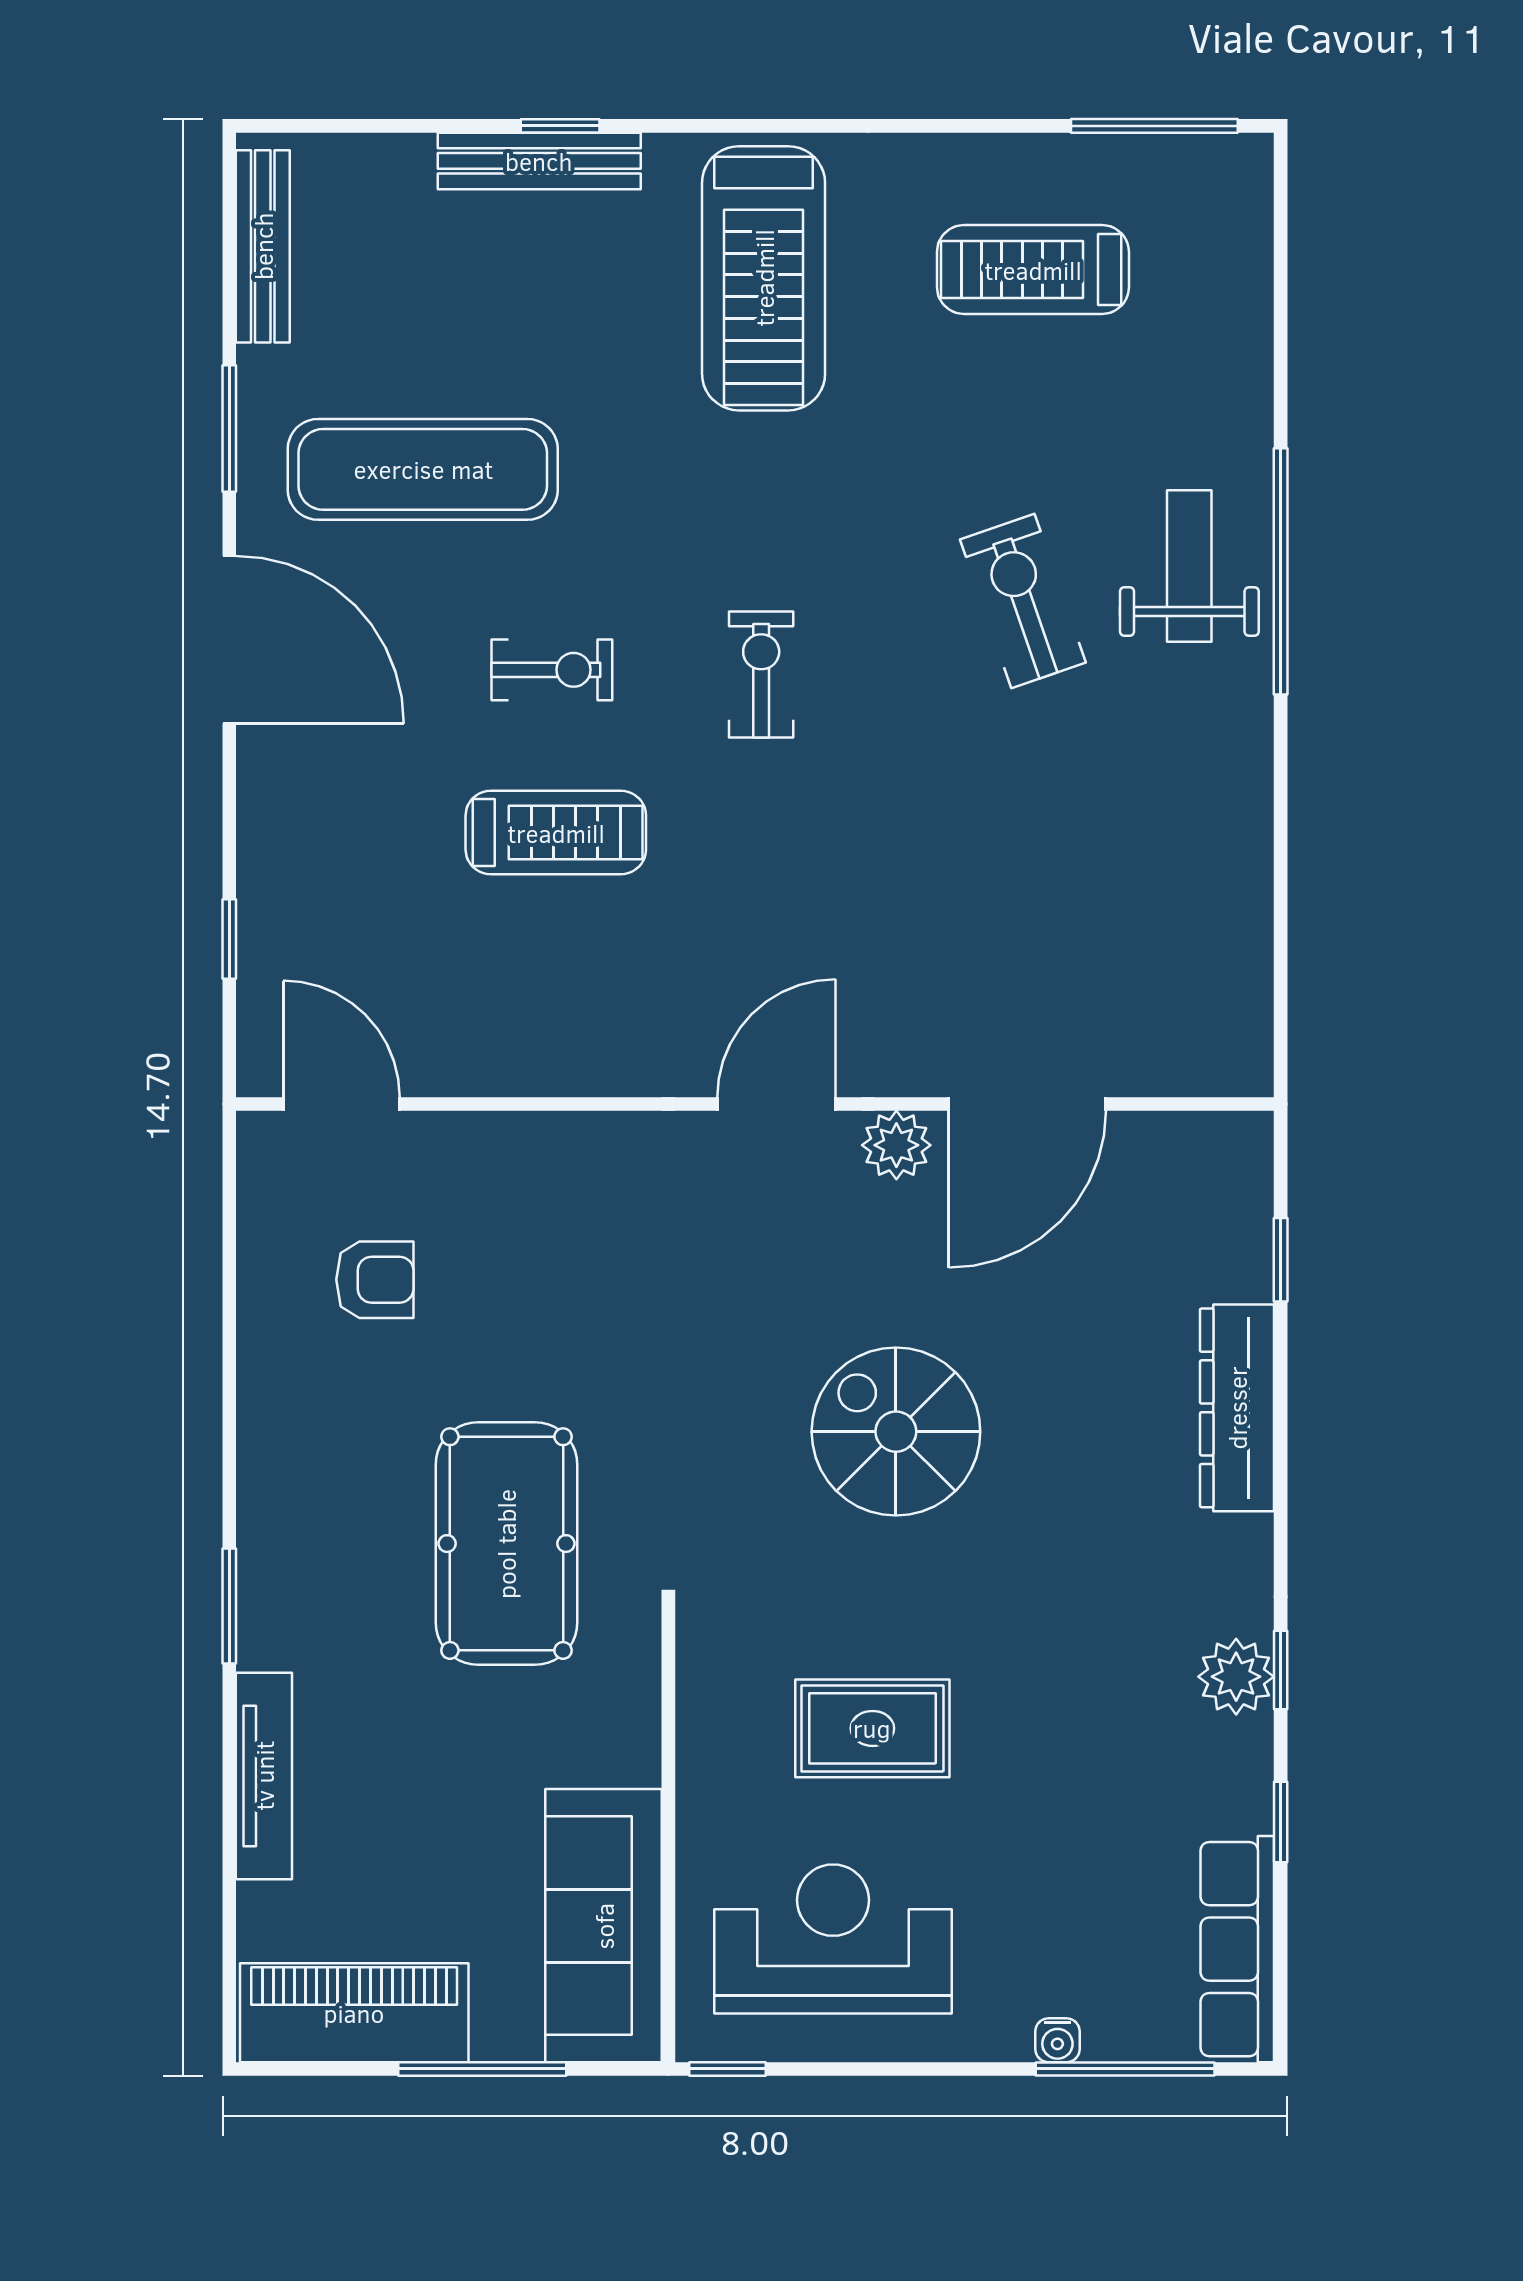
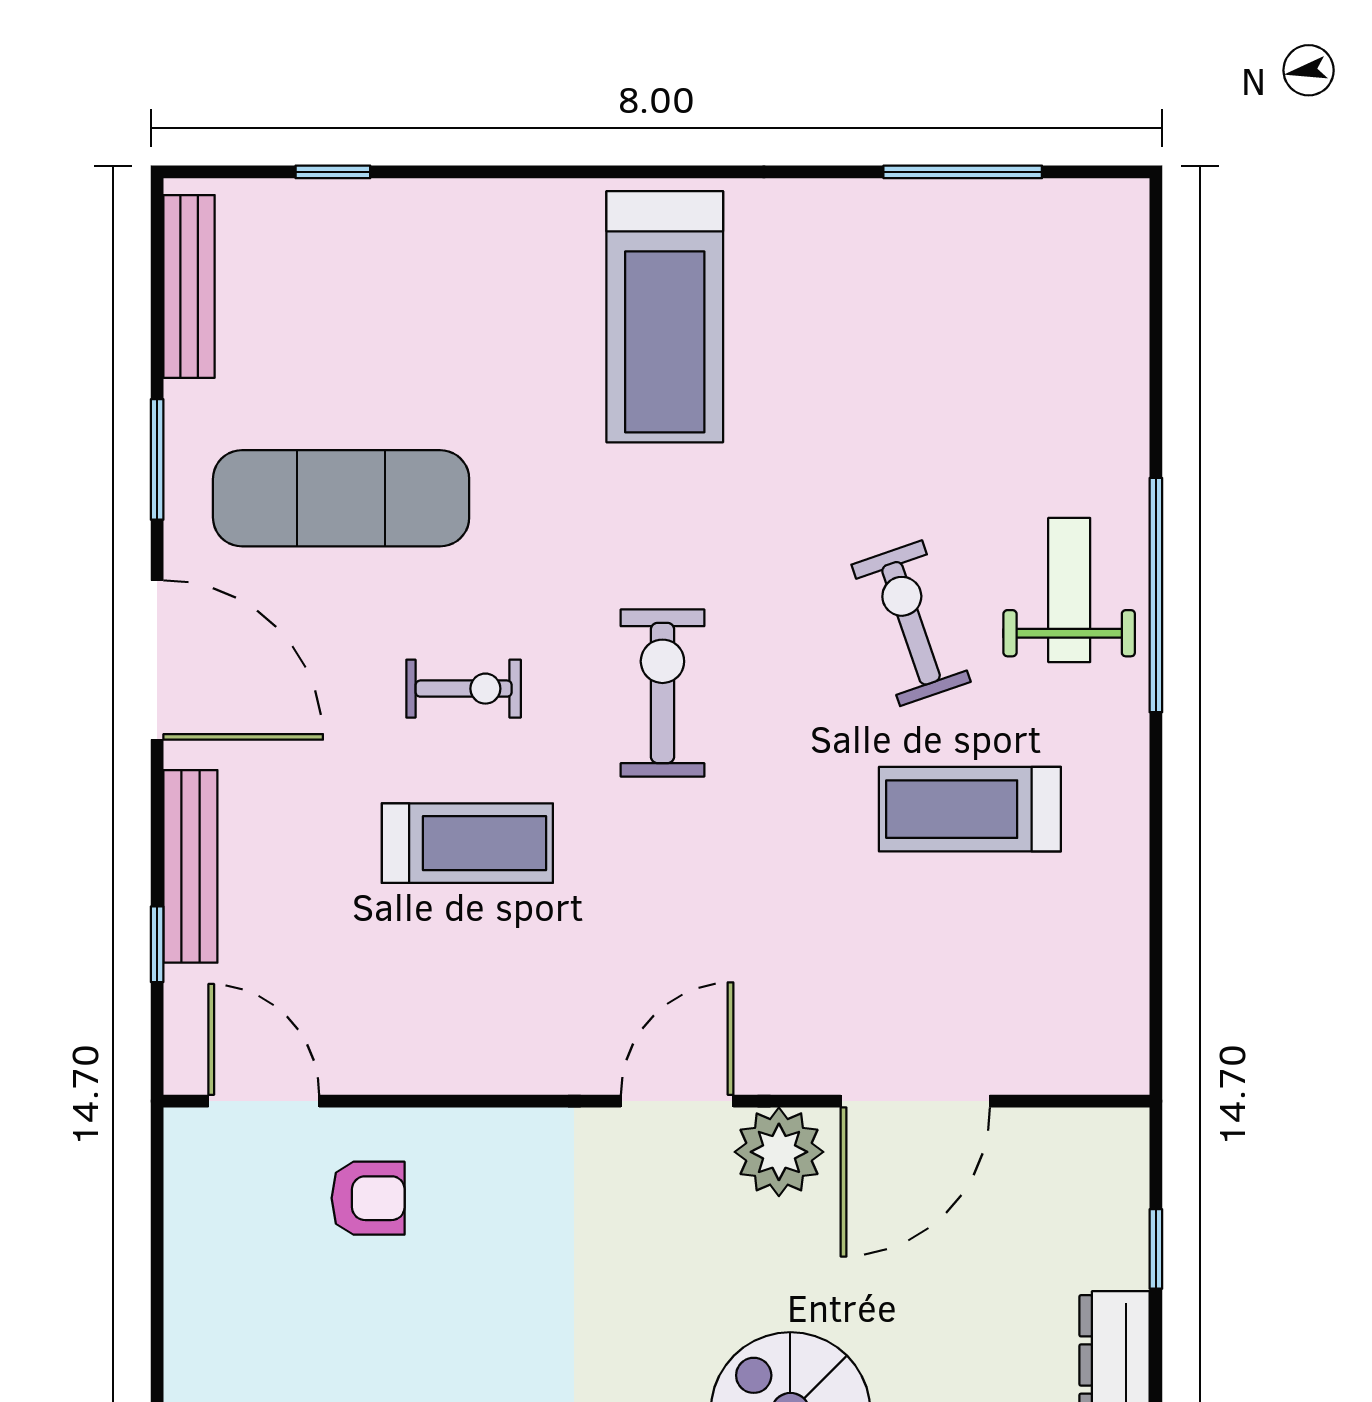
window: (560, 126) -> (333, 172), moved
window: (1154, 126) -> (963, 172), moved
bench: (539, 161) -> (190, 866), moved, turned 90
treadmill: (1033, 270) -> (970, 809), moved
exercise bike: (761, 674) -> (662, 693), width x1.38, depth x1.39
plant: (896, 1145) -> (779, 1152), width x1.36, depth x1.36
armchair: (375, 1280) -> (368, 1198), moved

